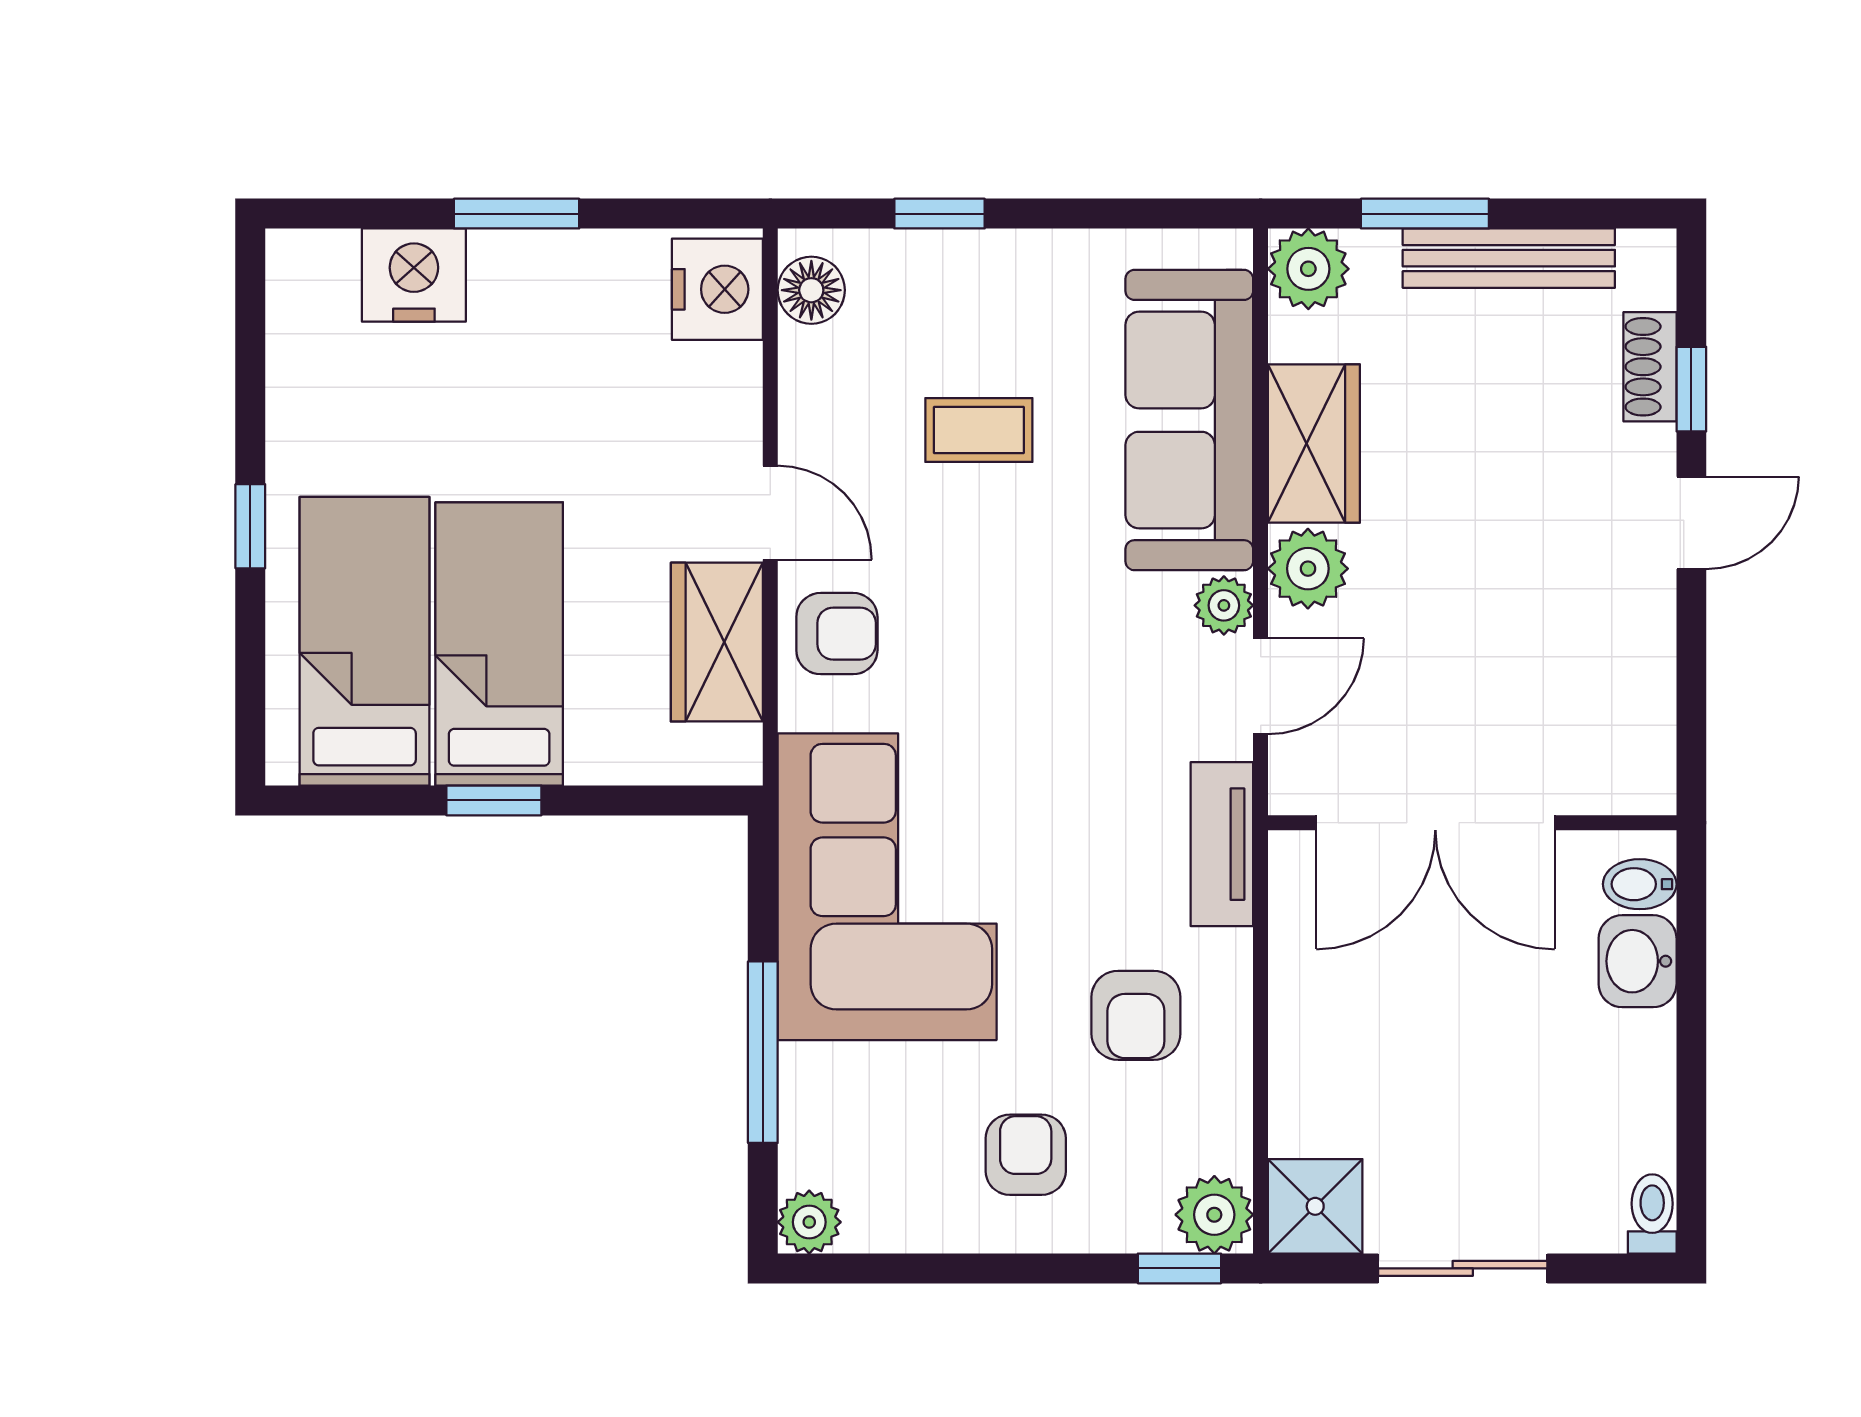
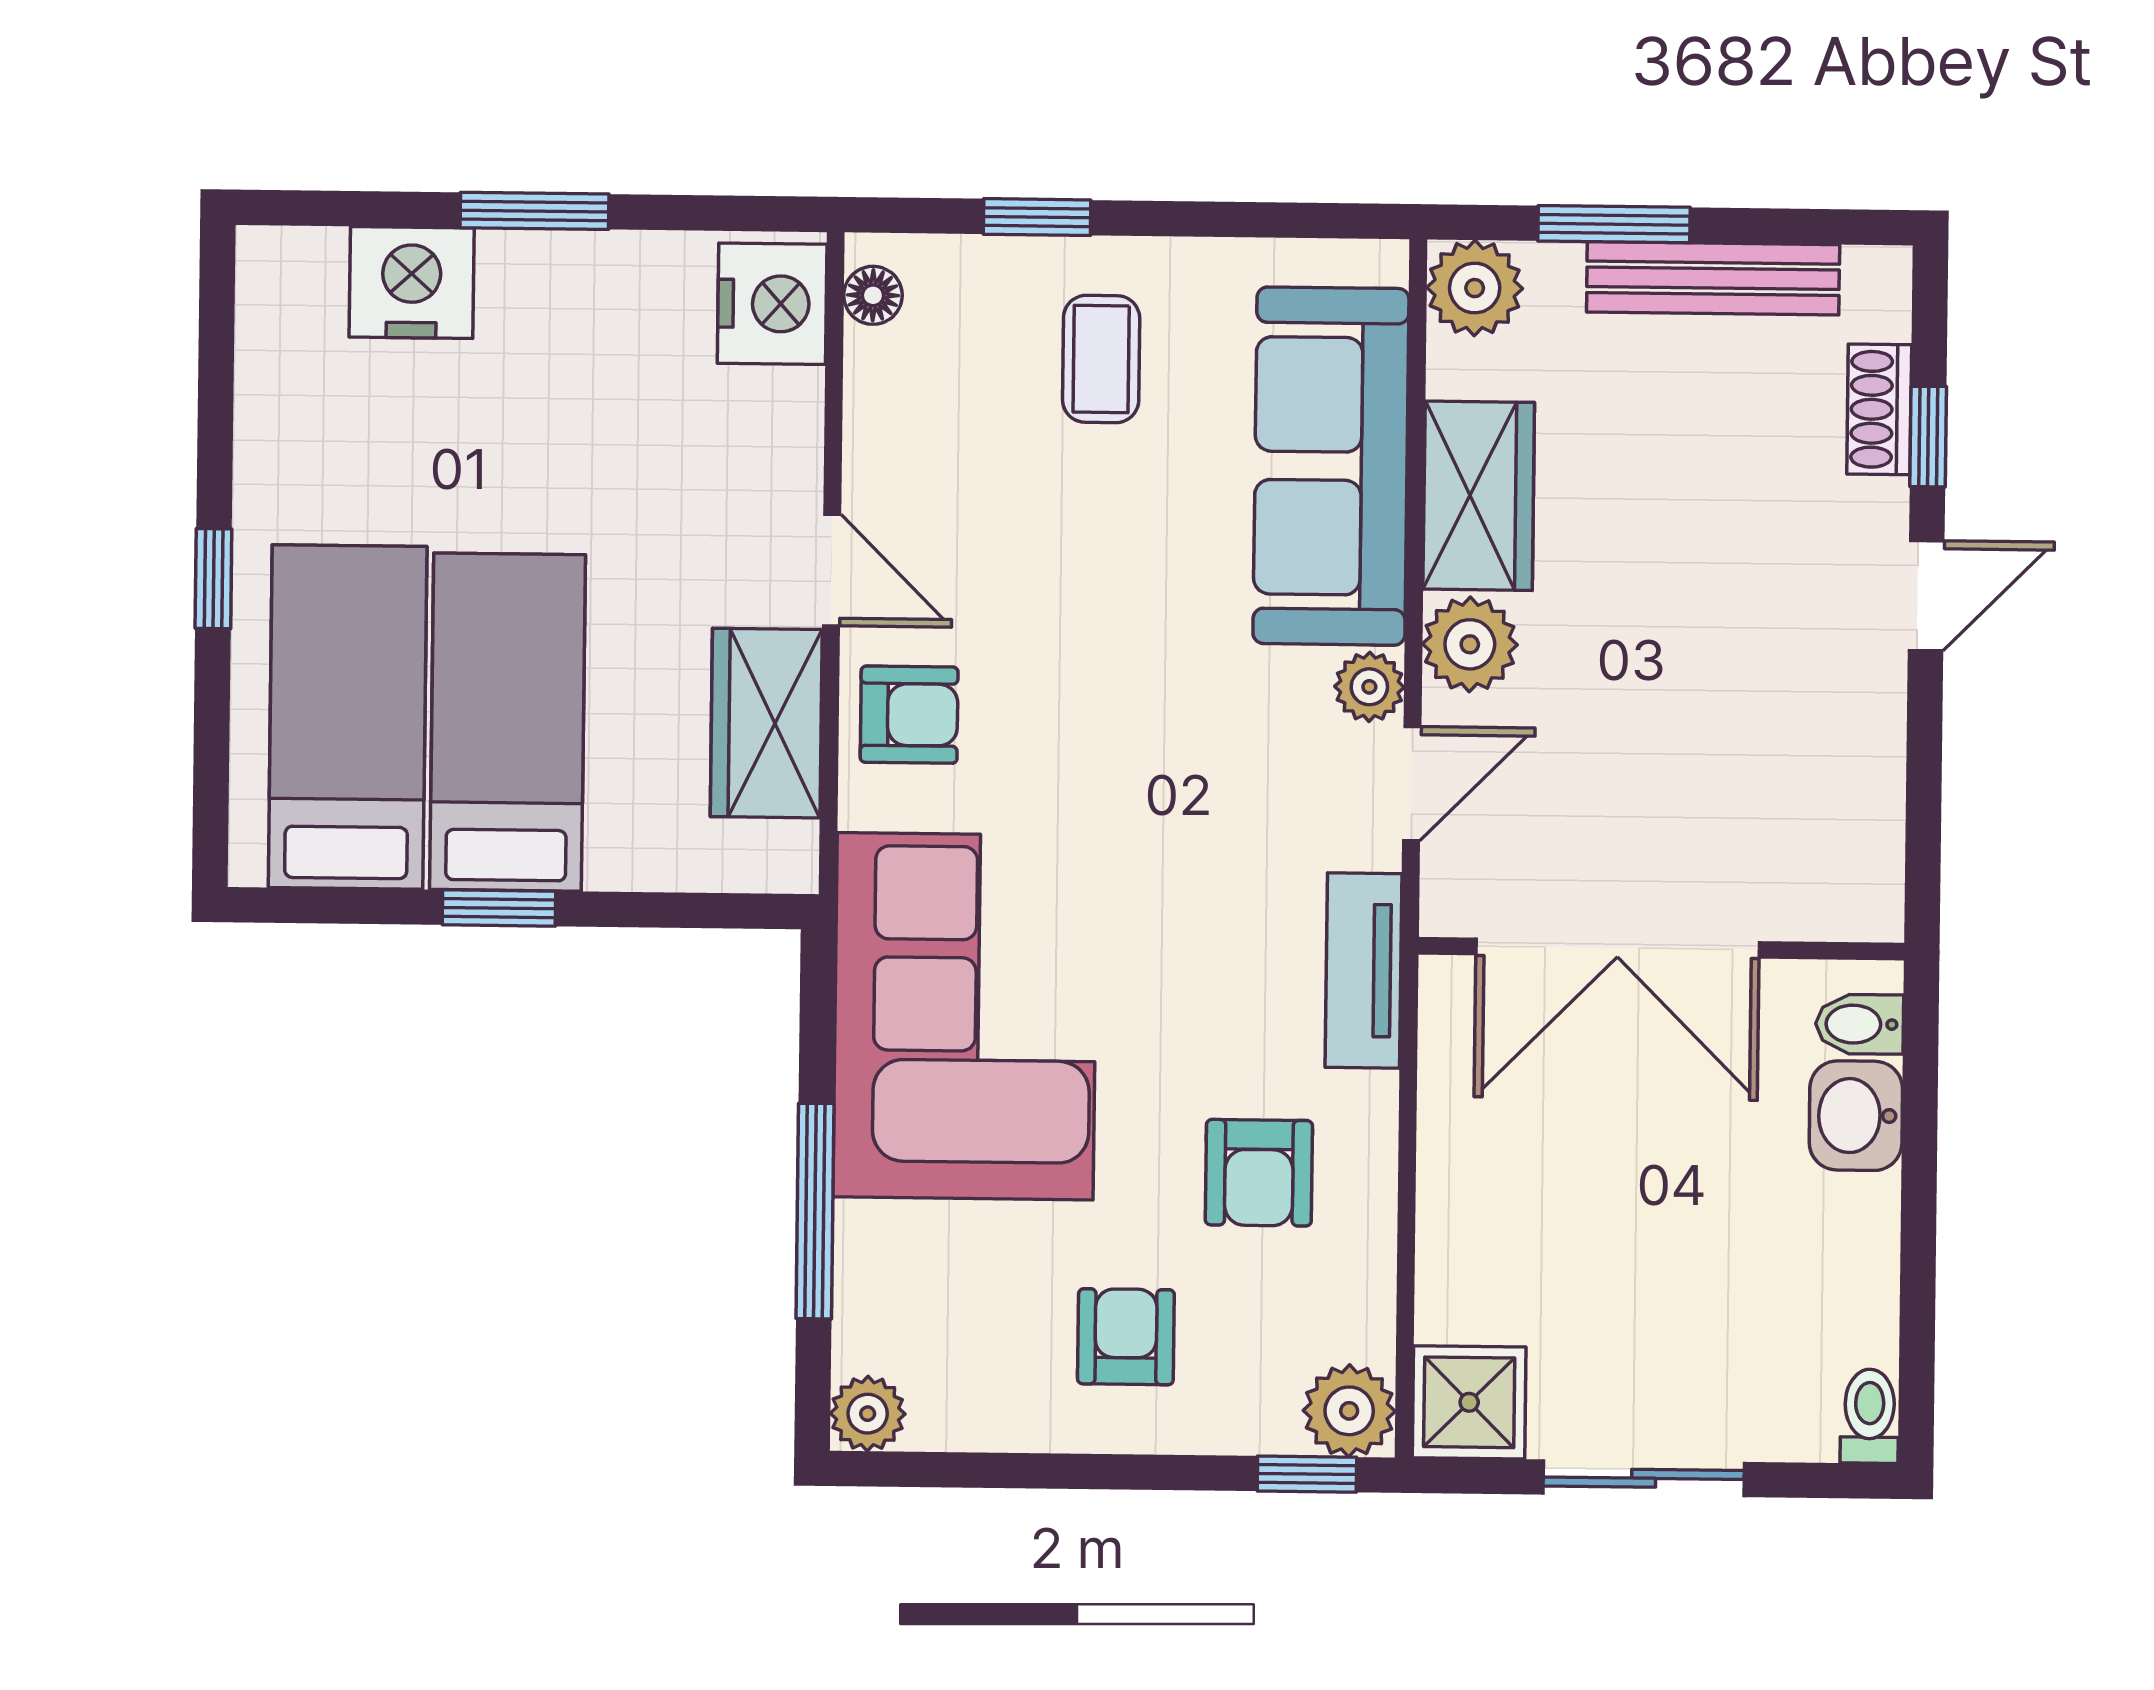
floor lamp: (811, 290) -> (873, 295), width x0.73, depth x0.73
coffee table: (979, 430) -> (1101, 359), moved, turned 90

